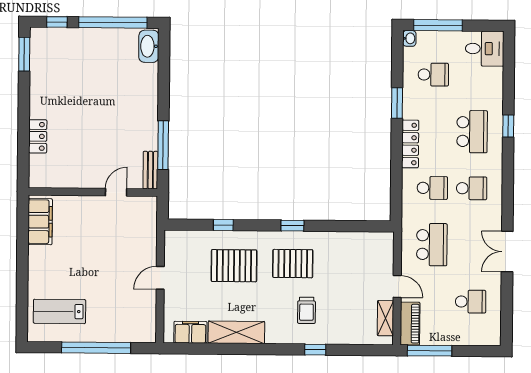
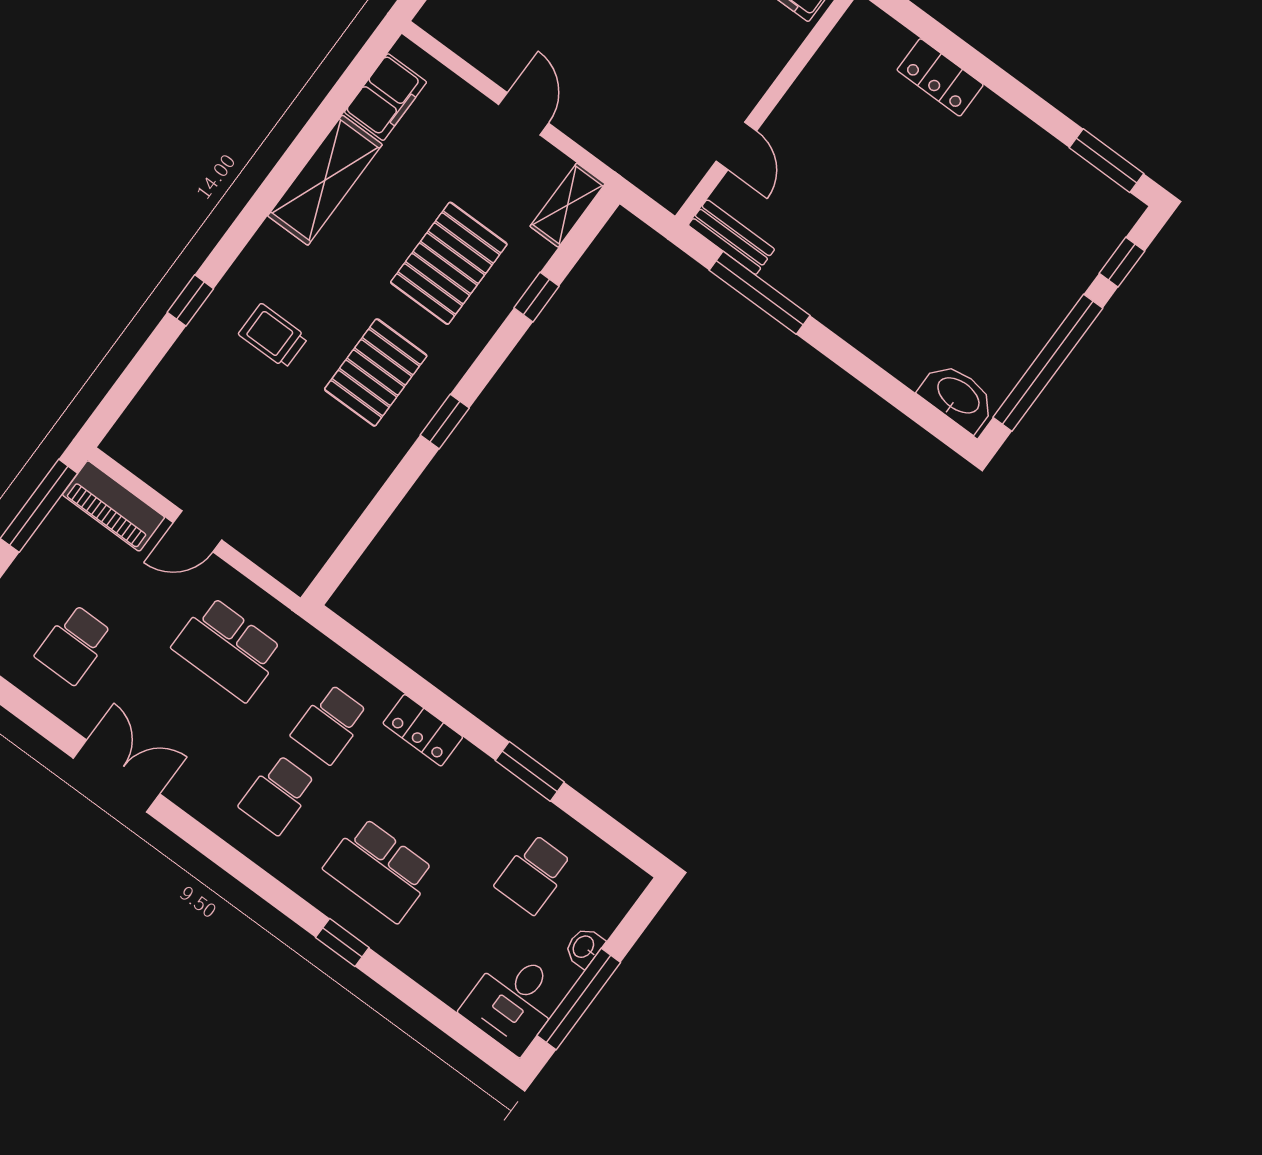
window: (438, 25) -> (579, 999), moved
washbasin: (409, 38) -> (584, 947), moved, turned 90
locker: (410, 144) -> (423, 730), width x0.66
shelving: (385, 318) -> (568, 205), moved, turned 90

